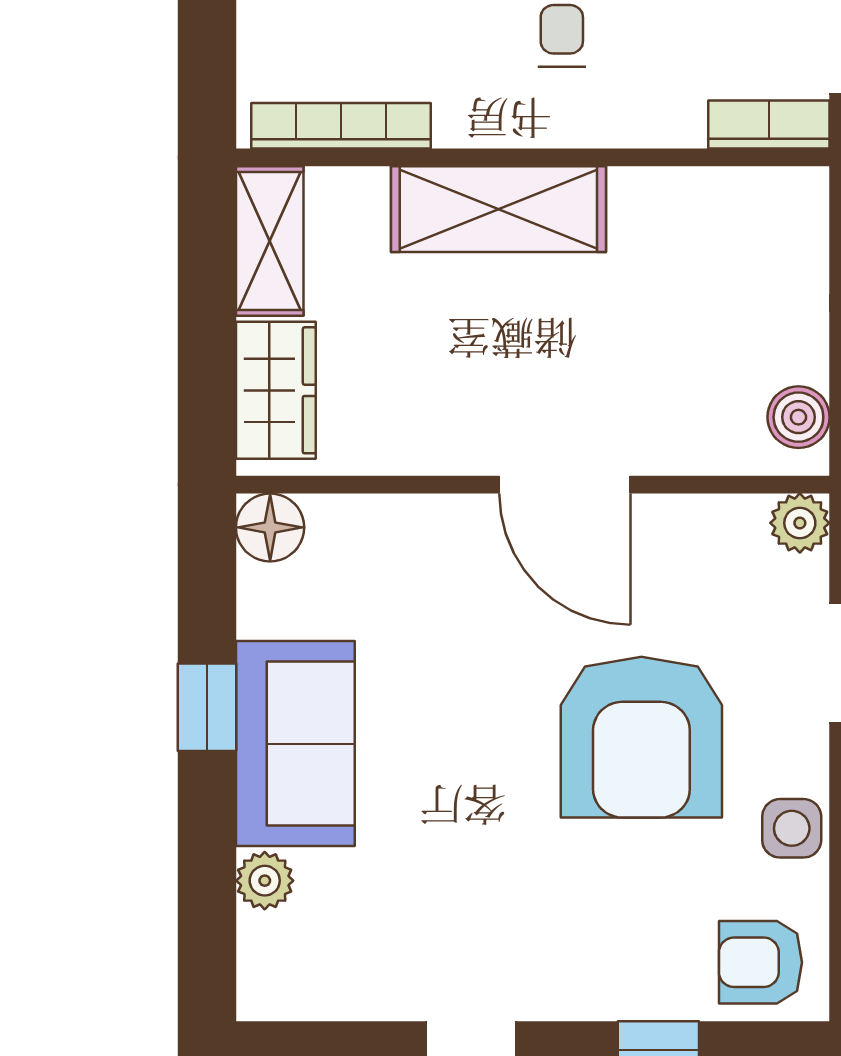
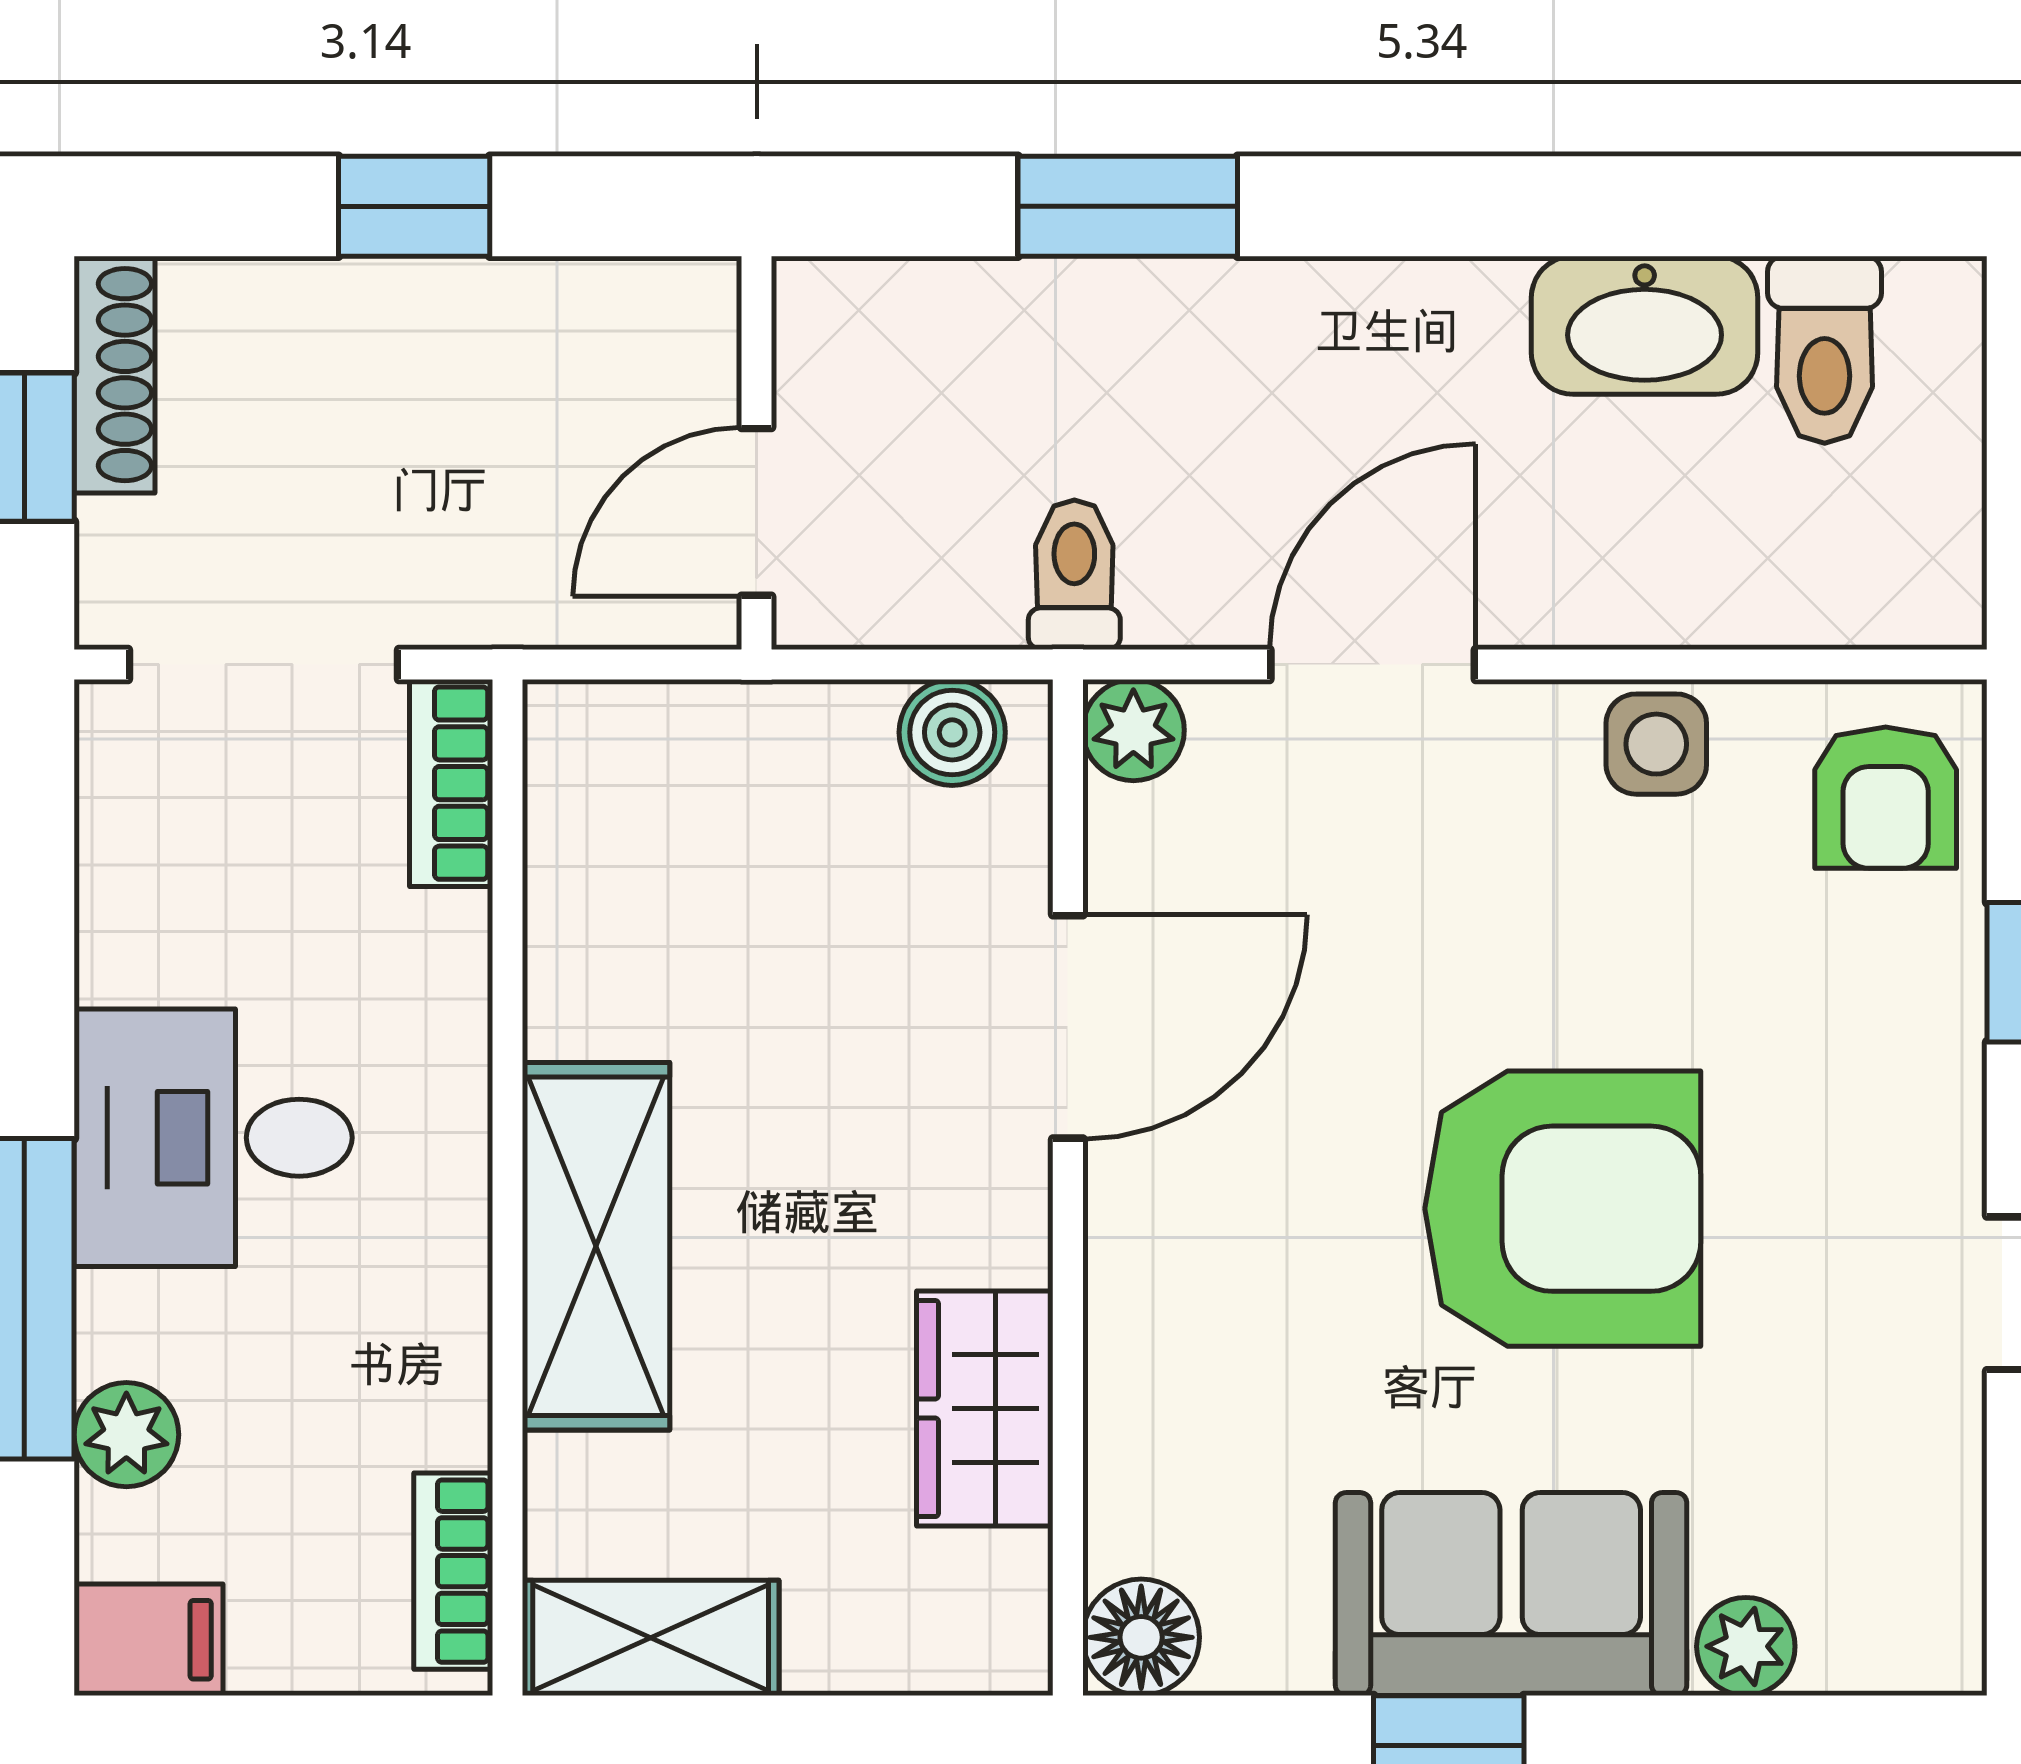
bookcase: (341, 126) -> (453, 1571), width x0.64
wardrobe: (276, 390) -> (985, 1409), moved, turned -90
door: (565, 485) -> (1068, 1027), moved
armchair: (641, 737) -> (1563, 1209), moved

